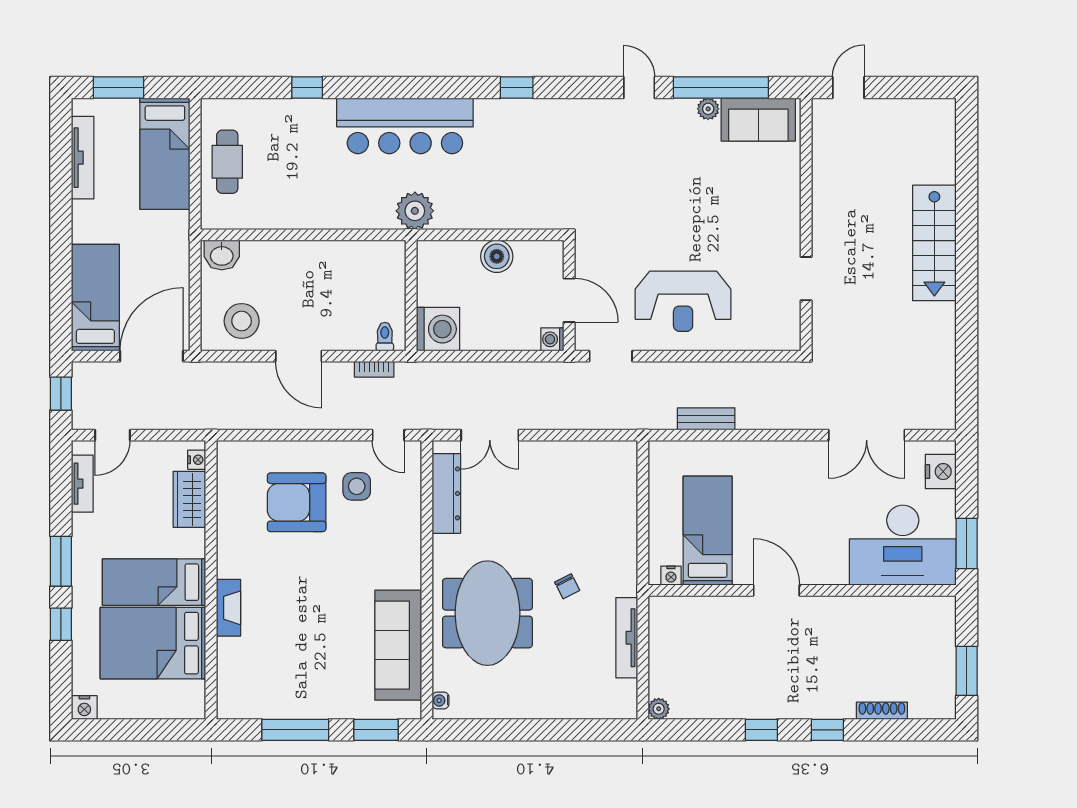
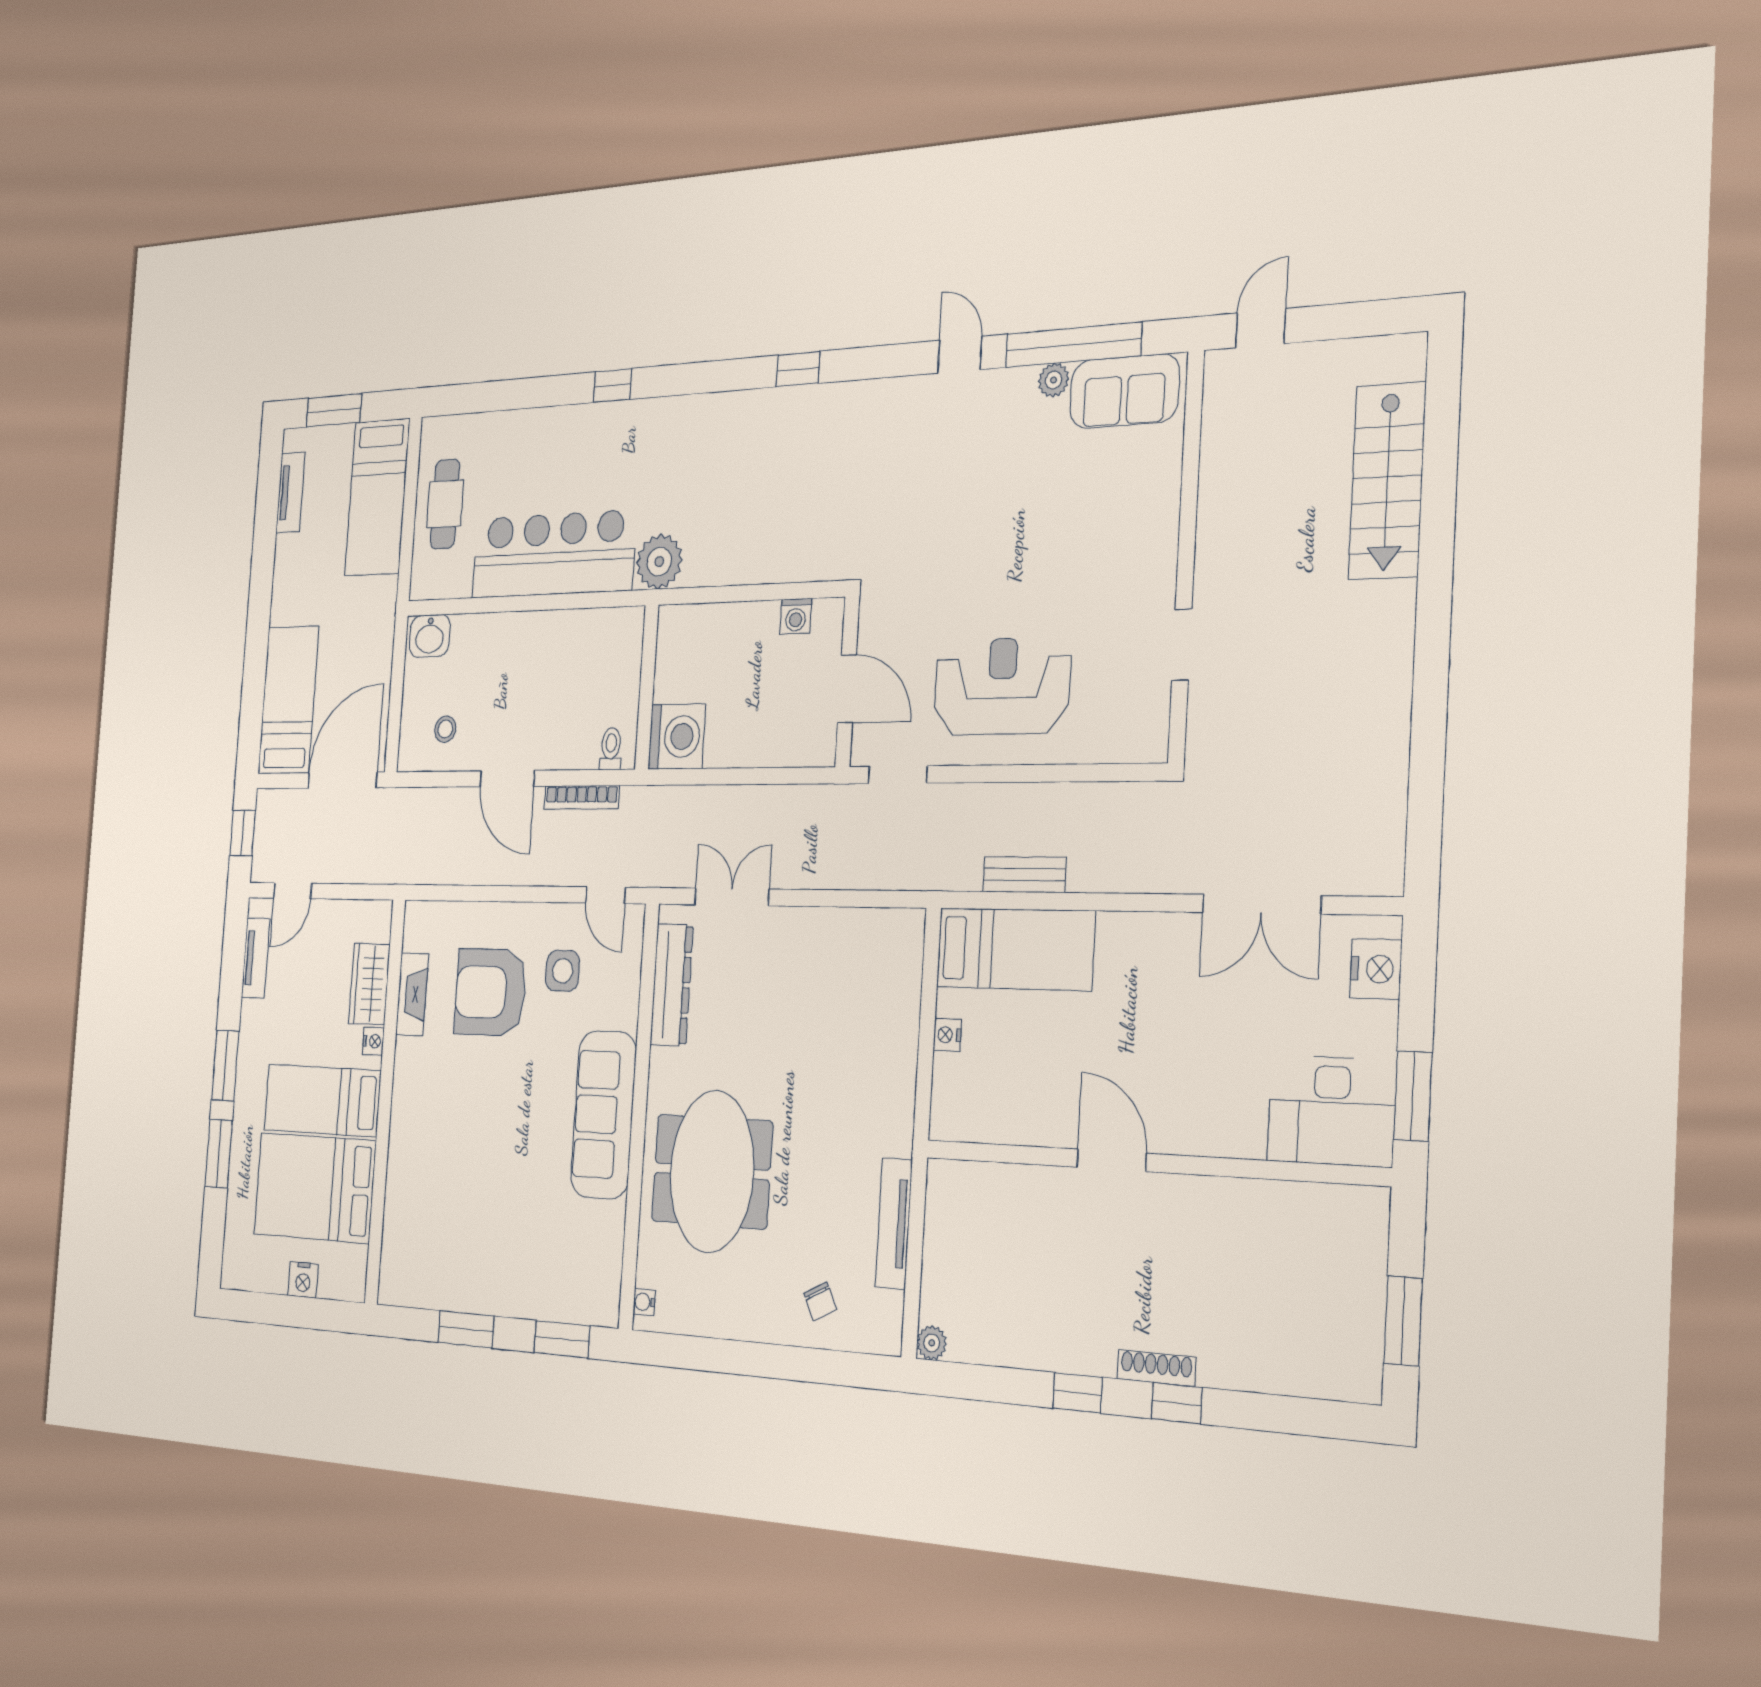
window: (307, 87) -> (612, 386), moved
bar counter: (405, 126) -> (553, 554), moved, turned 180
tv unit: (83, 158) -> (290, 492), width x0.71
stairs: (934, 243) -> (1387, 481), moved
boiler: (497, 256) -> (757, 625), removed
reception desk: (683, 301) -> (1002, 686), turned 180
stool: (242, 321) -> (445, 729), width x0.53, depth x0.53
washing machine: (552, 339) -> (796, 616), moved, turned -90
bookcase: (374, 369) -> (582, 797), width x1.56
double door: (490, 435) -> (732, 897), swing flipped
nightstand: (197, 460) -> (373, 1041), moved
bed: (708, 531) -> (1015, 949), moved, turned 90
desk: (903, 545) -> (1331, 1111), width x0.73, depth x0.77
nightstand: (671, 576) -> (947, 1035), moved, turned 90
chair: (567, 586) -> (820, 1301), moved
fireplace: (228, 608) -> (412, 994), moved
window: (61, 624) -> (219, 1154), width x1.50
sofa: (398, 645) -> (604, 1115), moved
nightstand: (84, 708) -> (303, 1280), moved
shoe rack: (882, 711) -> (1156, 1368), moved
window: (295, 730) -> (466, 1329), width x0.69

